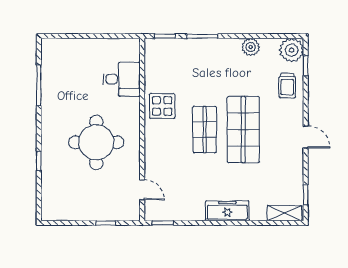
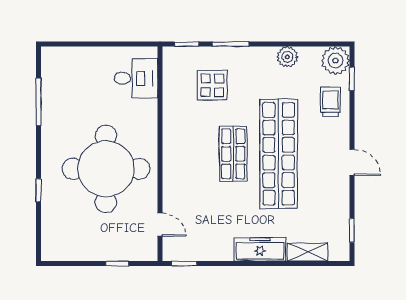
desk: (122, 79) -> (136, 78), moved
trolley: (287, 85) -> (330, 102), turned 180
display table: (162, 106) -> (212, 85), moved
shop shelf: (243, 130) -> (279, 154), width x1.40
round table: (96, 142) -> (106, 169), width x1.36, depth x1.36
shelving: (284, 213) -> (307, 252), moved

